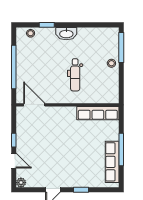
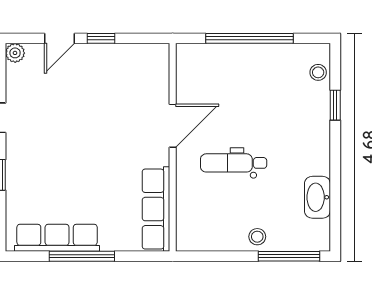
washbasin: (66, 34) -> (317, 197), moved
door: (34, 105) -> (173, 126), moved

